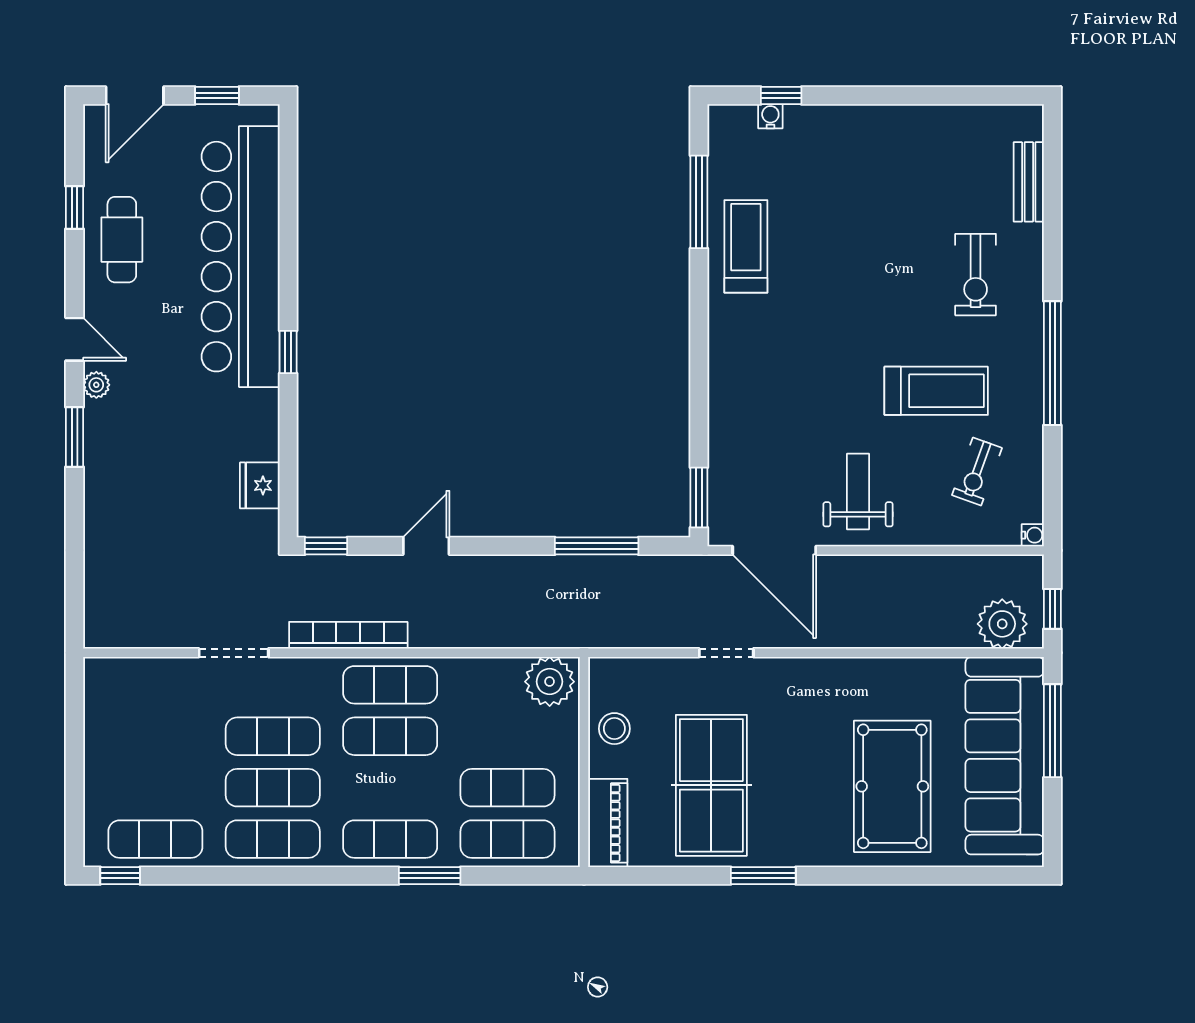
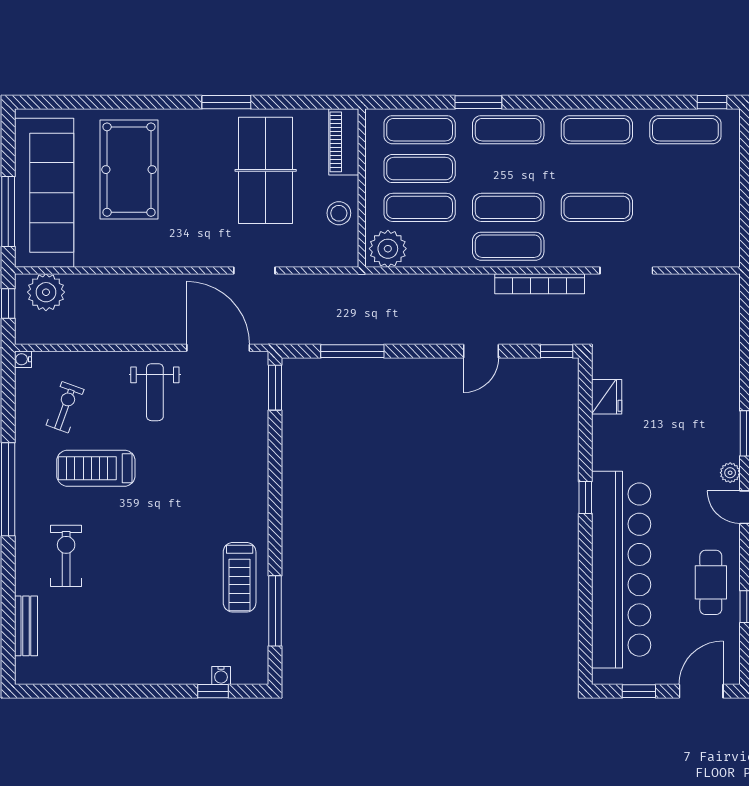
exercise mat: (273, 788) -> (420, 207), moved

